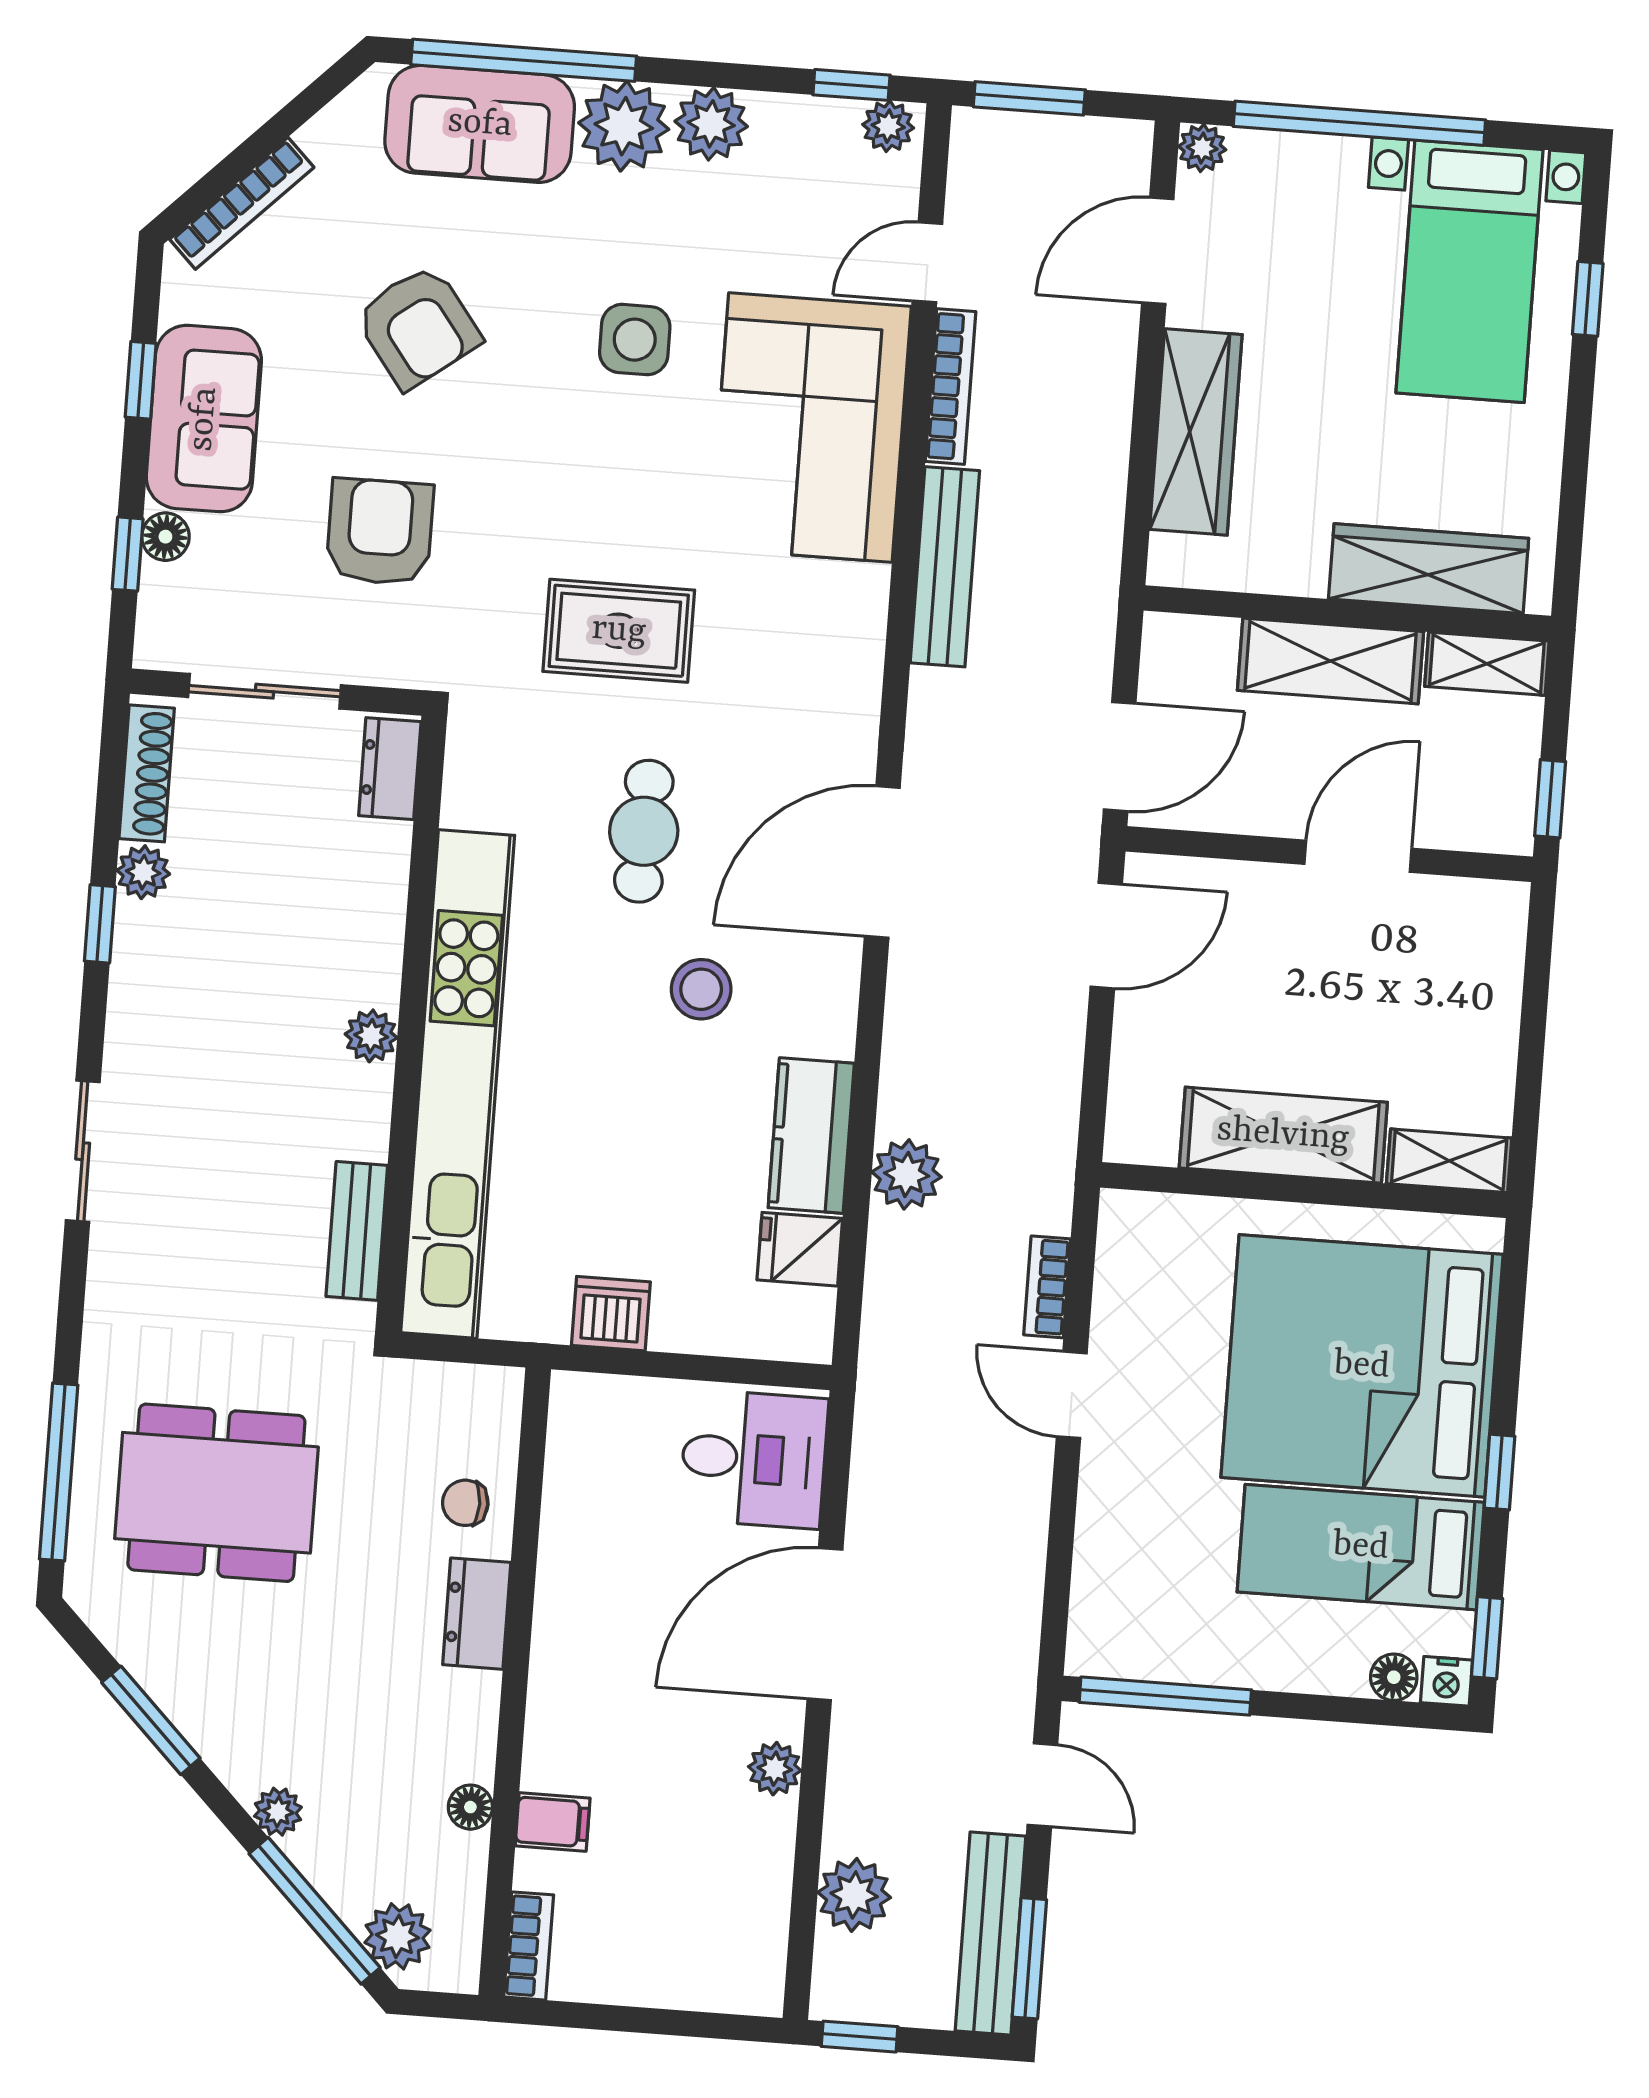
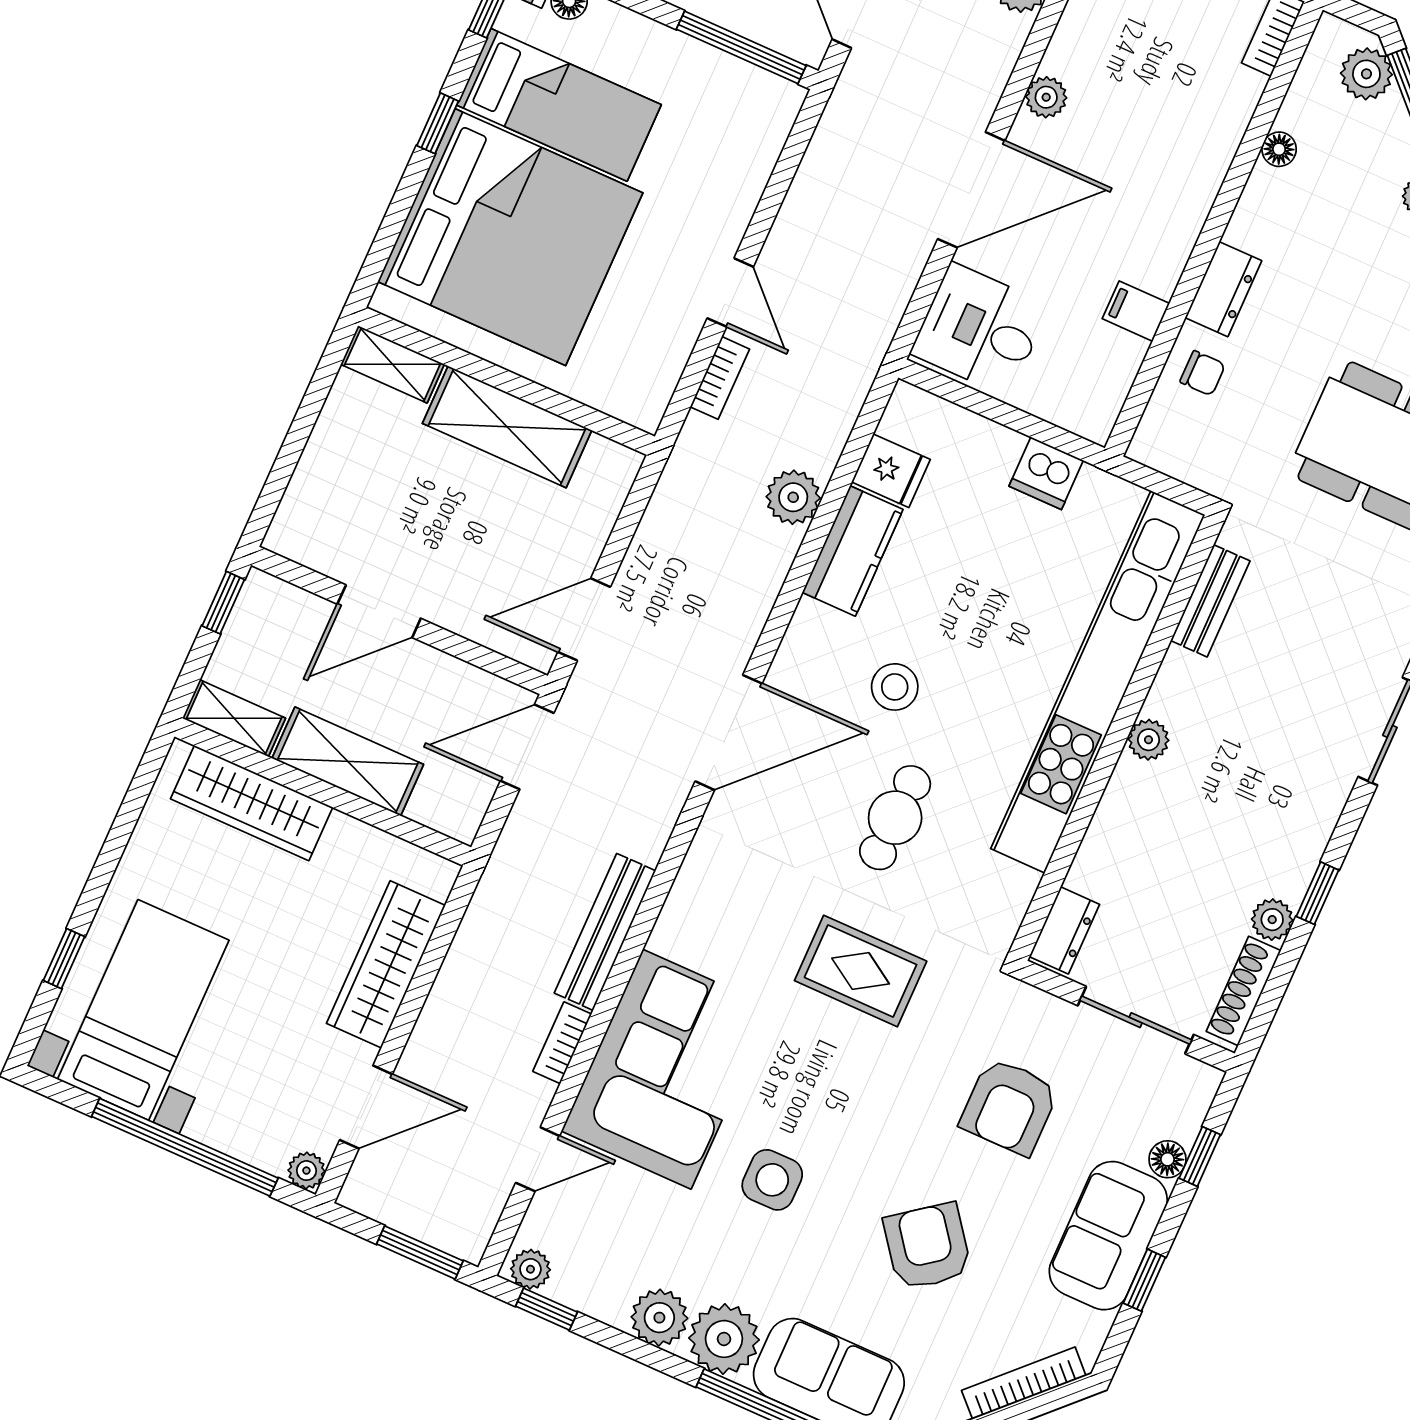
bookcase: (950, 387) -> (562, 1043), width x0.64
filing cabinet: (553, 1822) -> (1136, 311), moved

